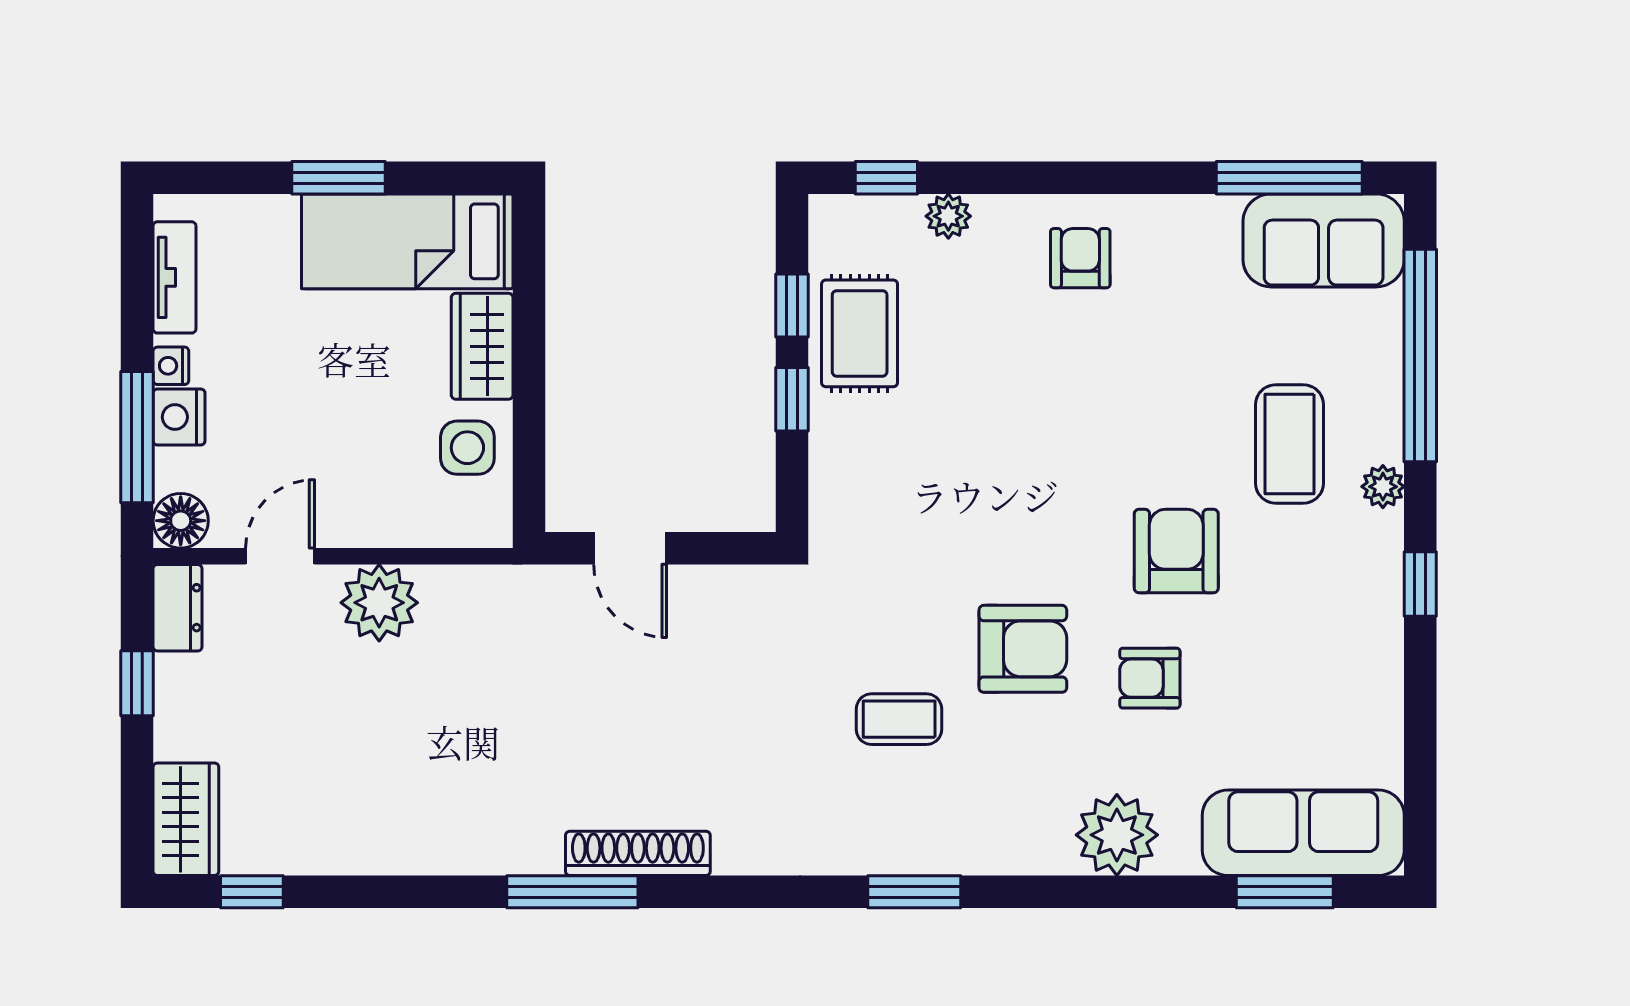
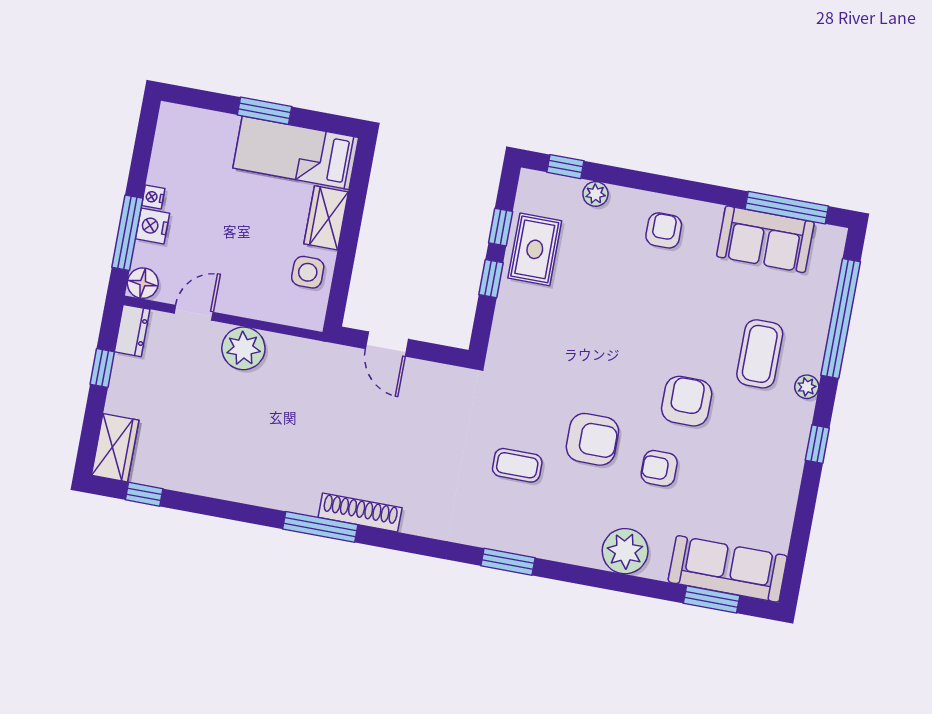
sofa: (1324, 240) -> (765, 239), moved
tv unit: (174, 277) -> (164, 149), removed

